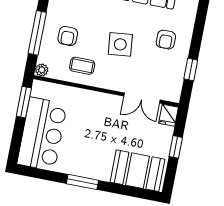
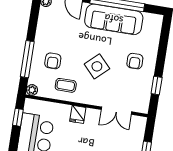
side table: (120, 44) -> (97, 66), turned -37
window: (24, 102) -> (18, 117), width x0.67
fridge: (168, 115) -> (78, 114), moved

